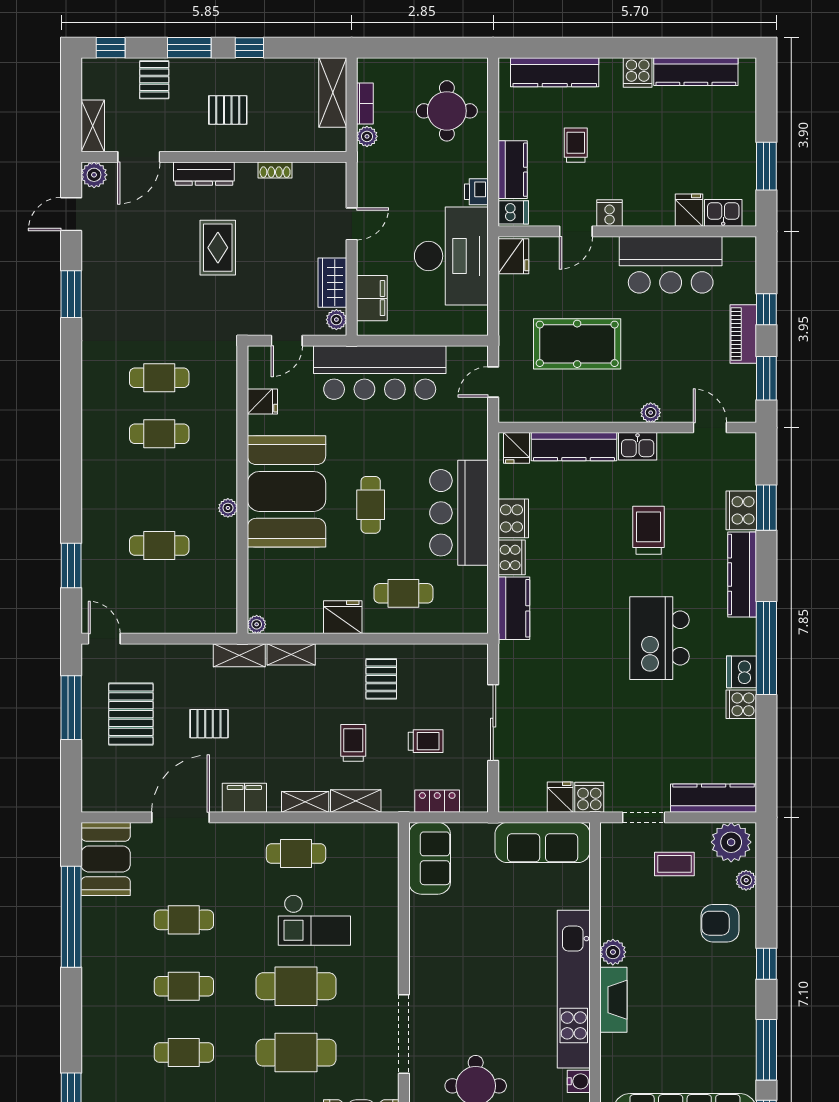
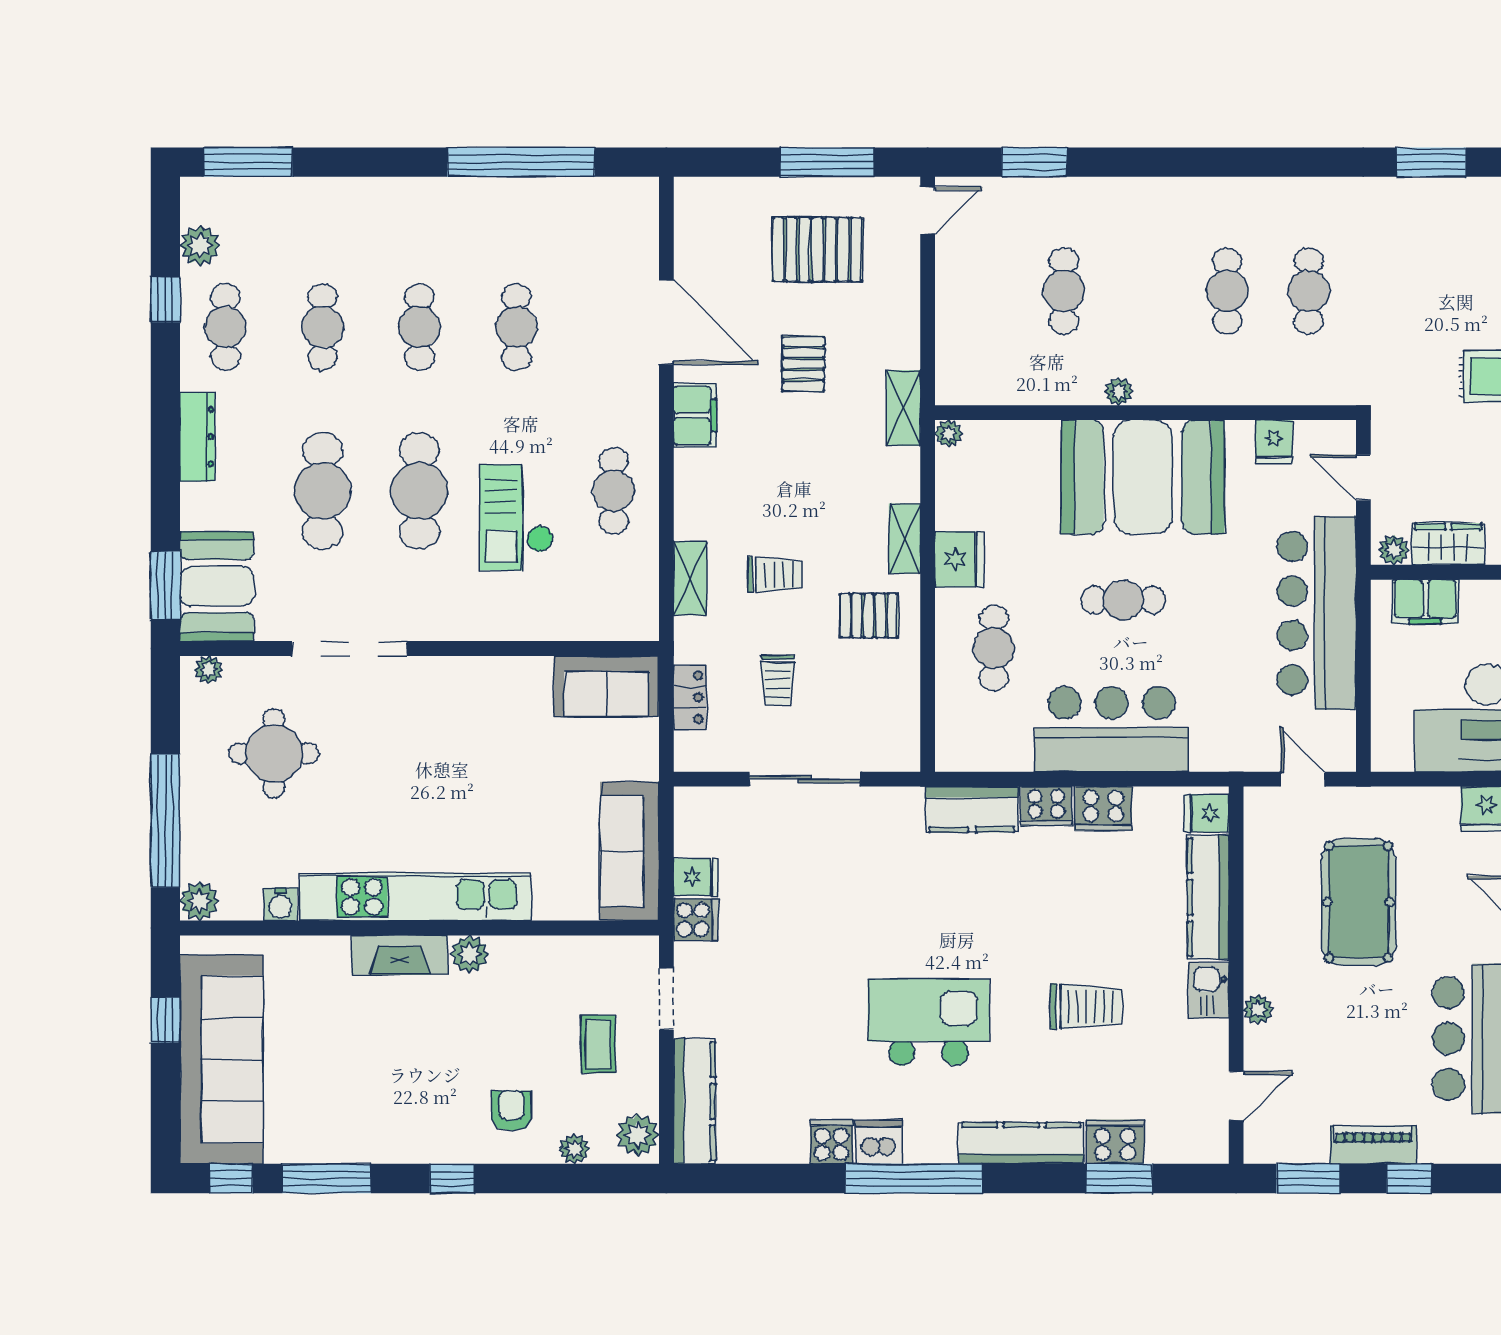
shelving: (291, 654) -> (905, 539), moved
shelving: (305, 802) -> (689, 504), removed
plant: (731, 842) -> (638, 1135), width x0.73, depth x0.73
booth: (106, 859) -> (606, 212), removed
armchair: (720, 923) -> (512, 1111), width x0.72, depth x0.72

